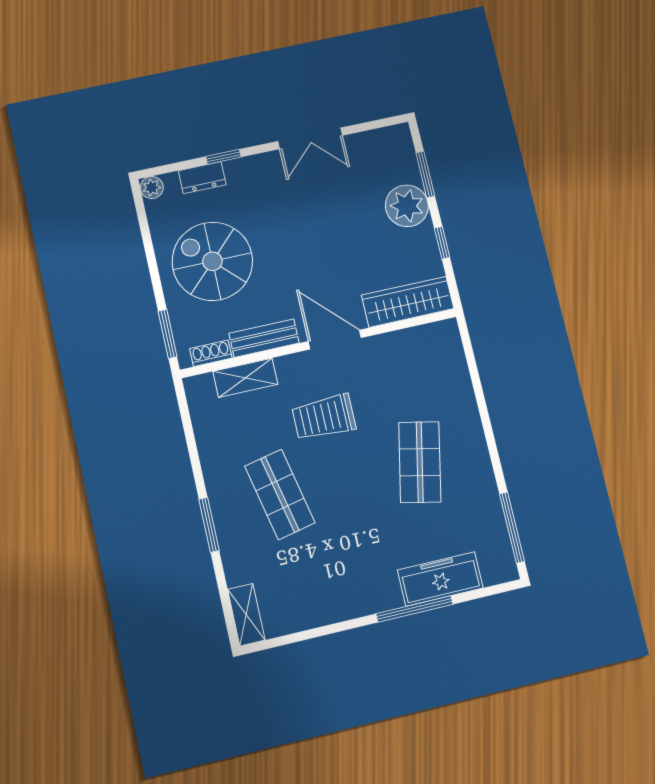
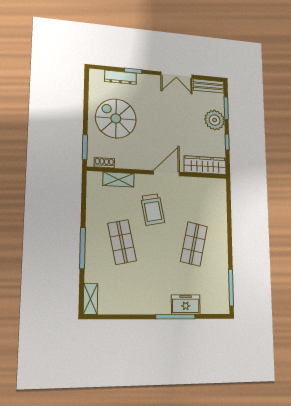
dresser: (202, 178) -> (121, 77), width x1.44
plant: (152, 187) -> (95, 74), removed
bench: (264, 338) -> (209, 86), moved
door: (335, 340) -> (166, 173), hinge flipped
trolley: (324, 417) -> (153, 209), turned -101
window: (209, 525) -> (82, 248), width x1.44
freezer: (440, 579) -> (186, 304), width x0.71

